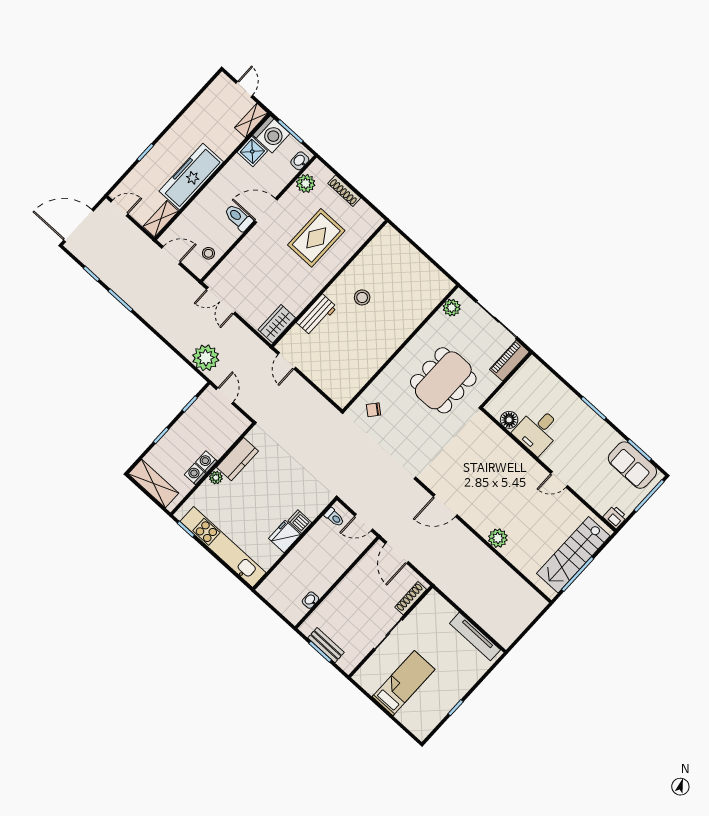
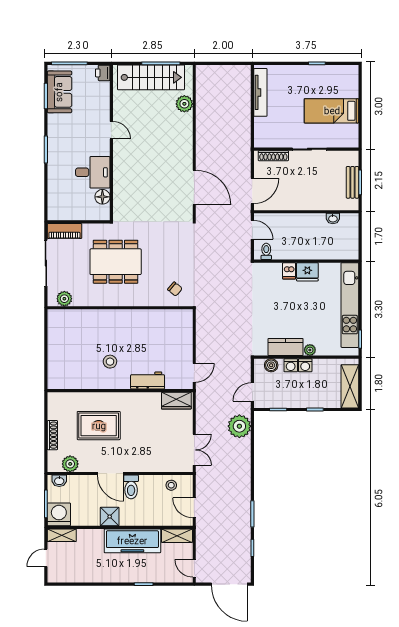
shower: (252, 151) -> (110, 517), moved
boiler: (233, 433) -> (271, 365), added
washing machine: (195, 474) -> (291, 365), moved
door: (445, 506) -> (194, 188), width x1.36
plant: (498, 538) -> (184, 104), moved

